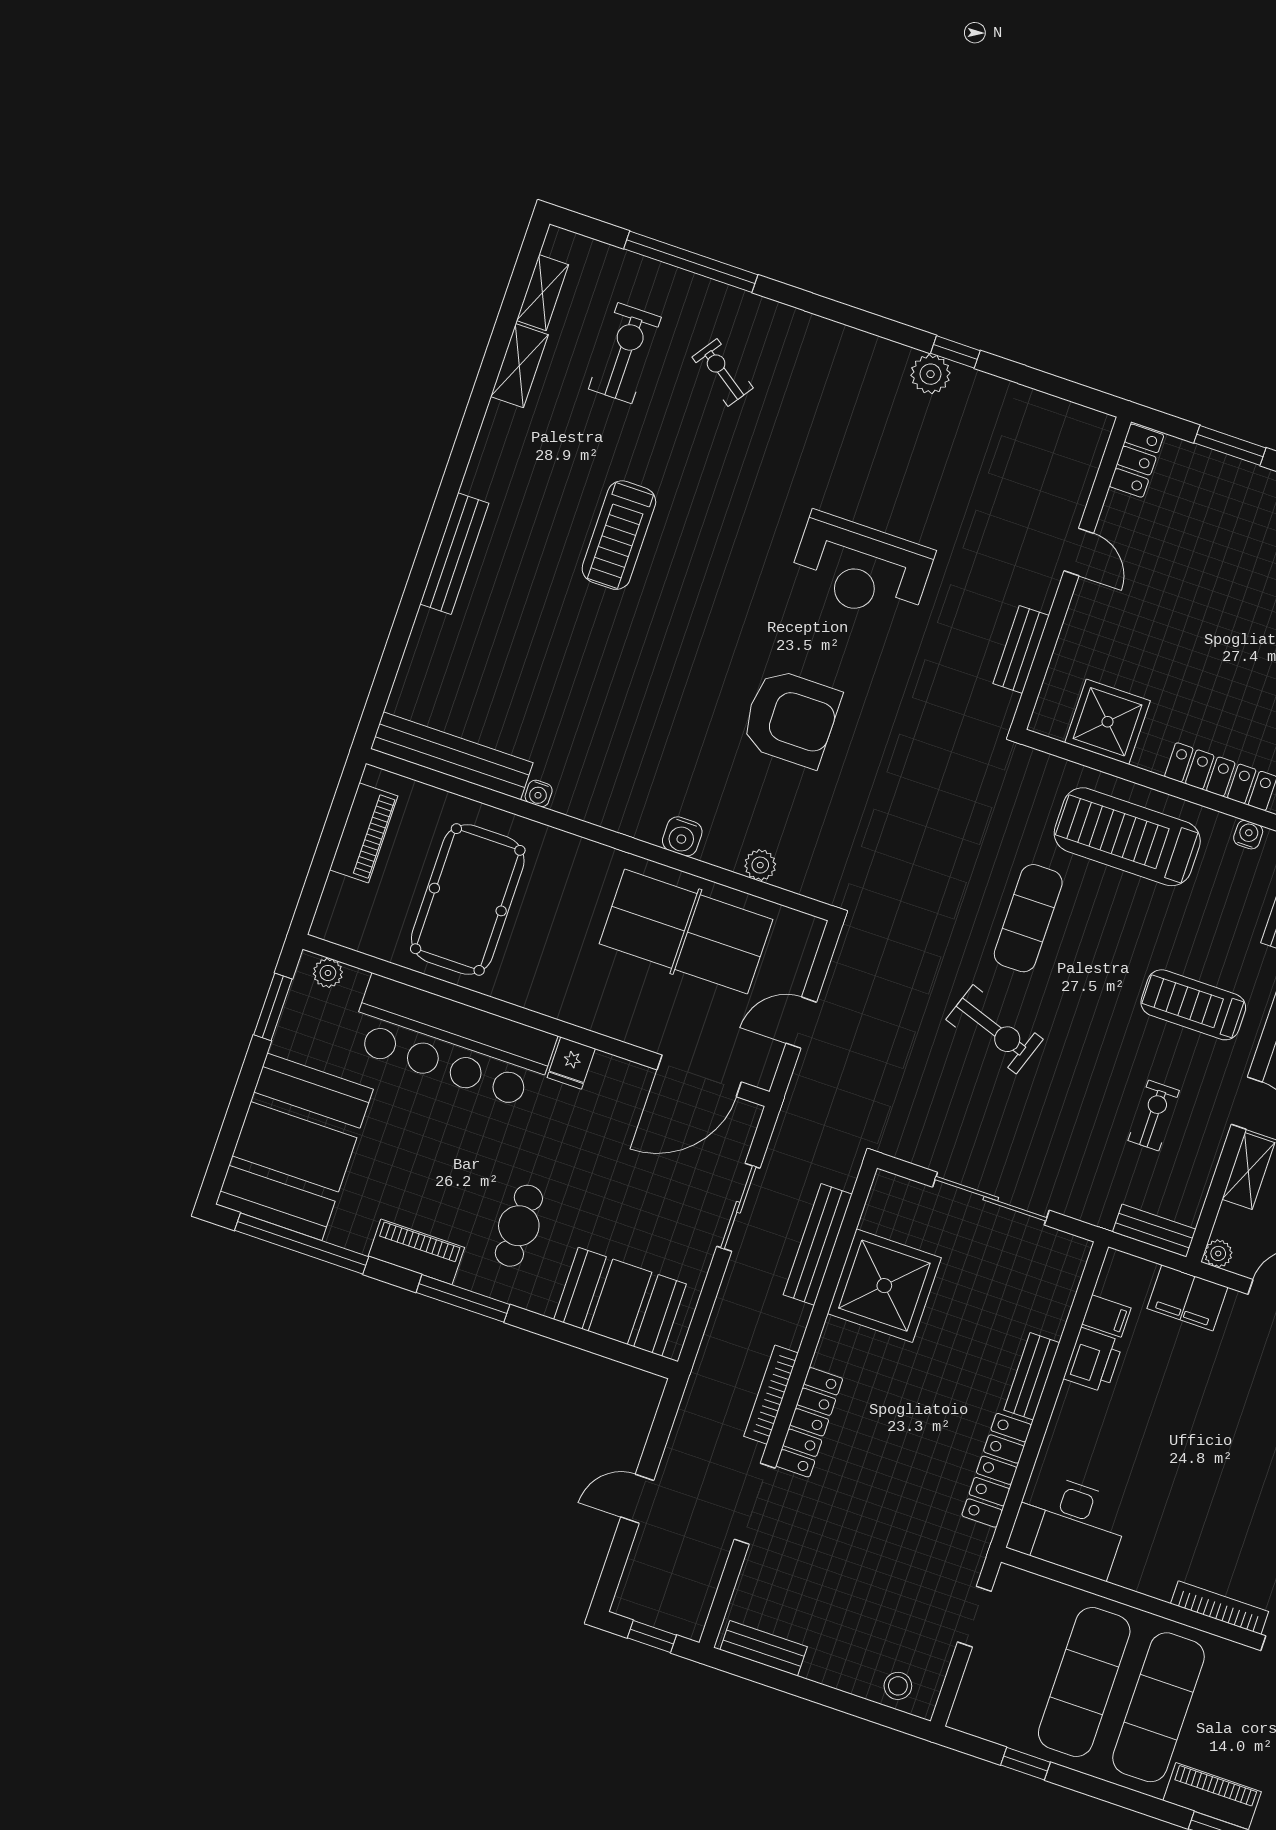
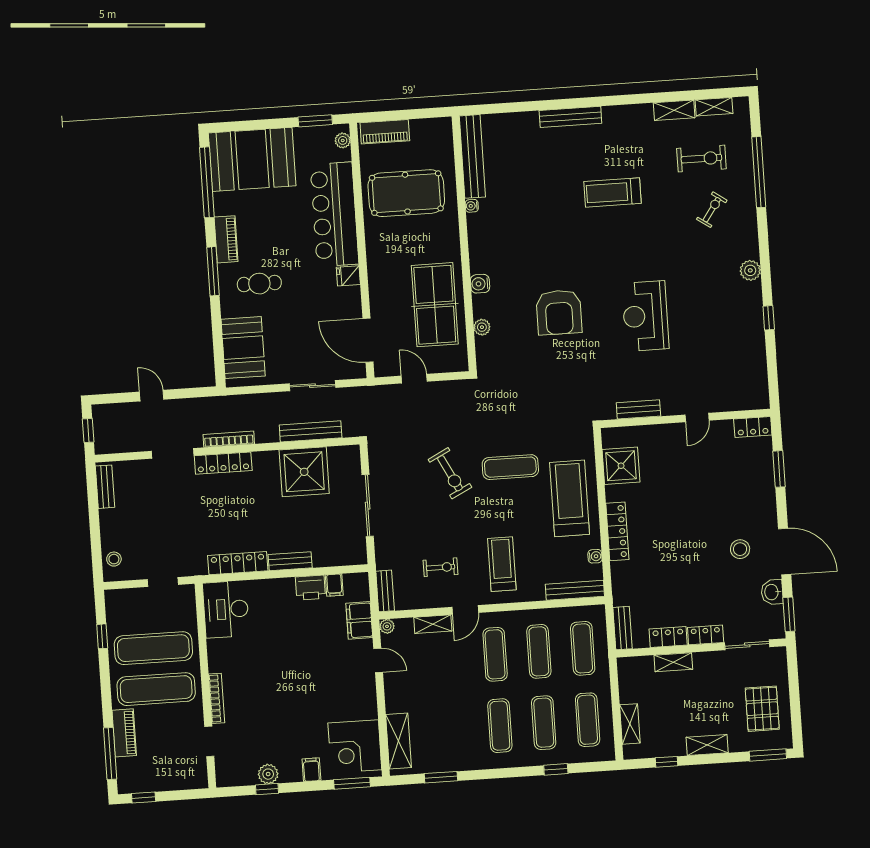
plant: (930, 374) -> (750, 270), moved
piano: (364, 833) -> (385, 132), moved
exercise bike: (995, 1029) -> (450, 473), turned -46

